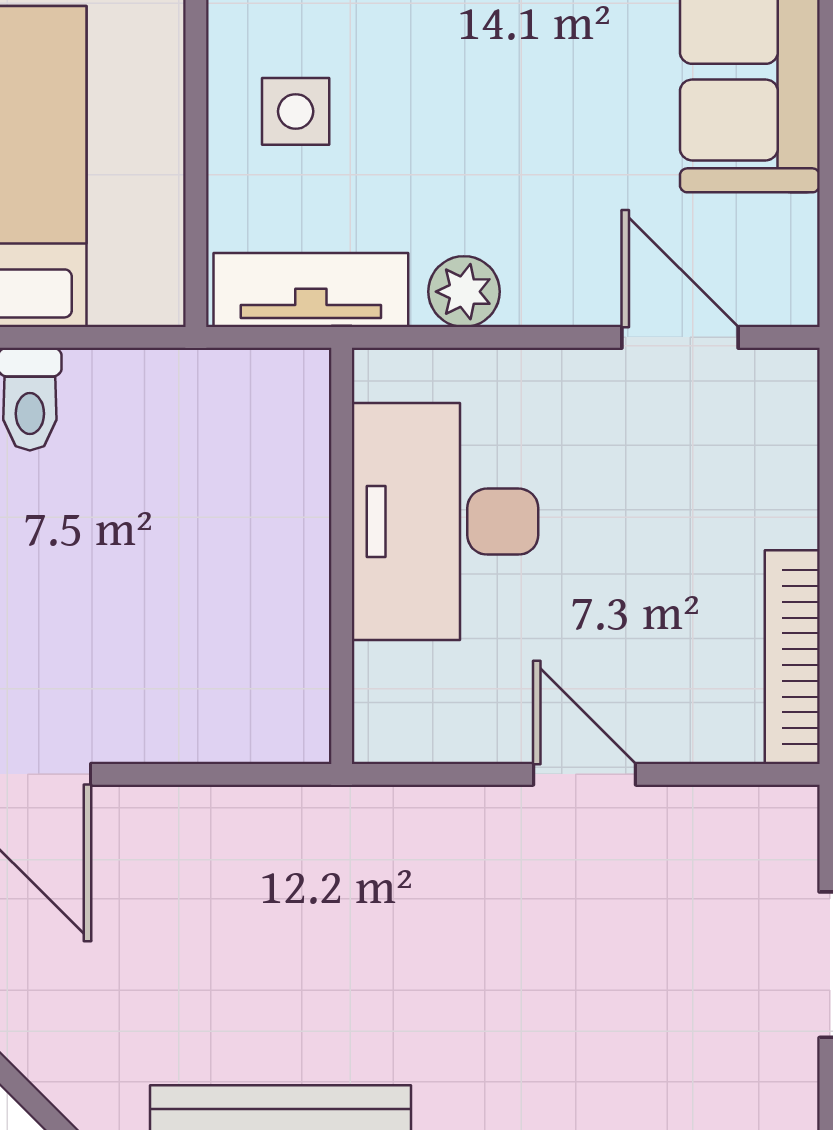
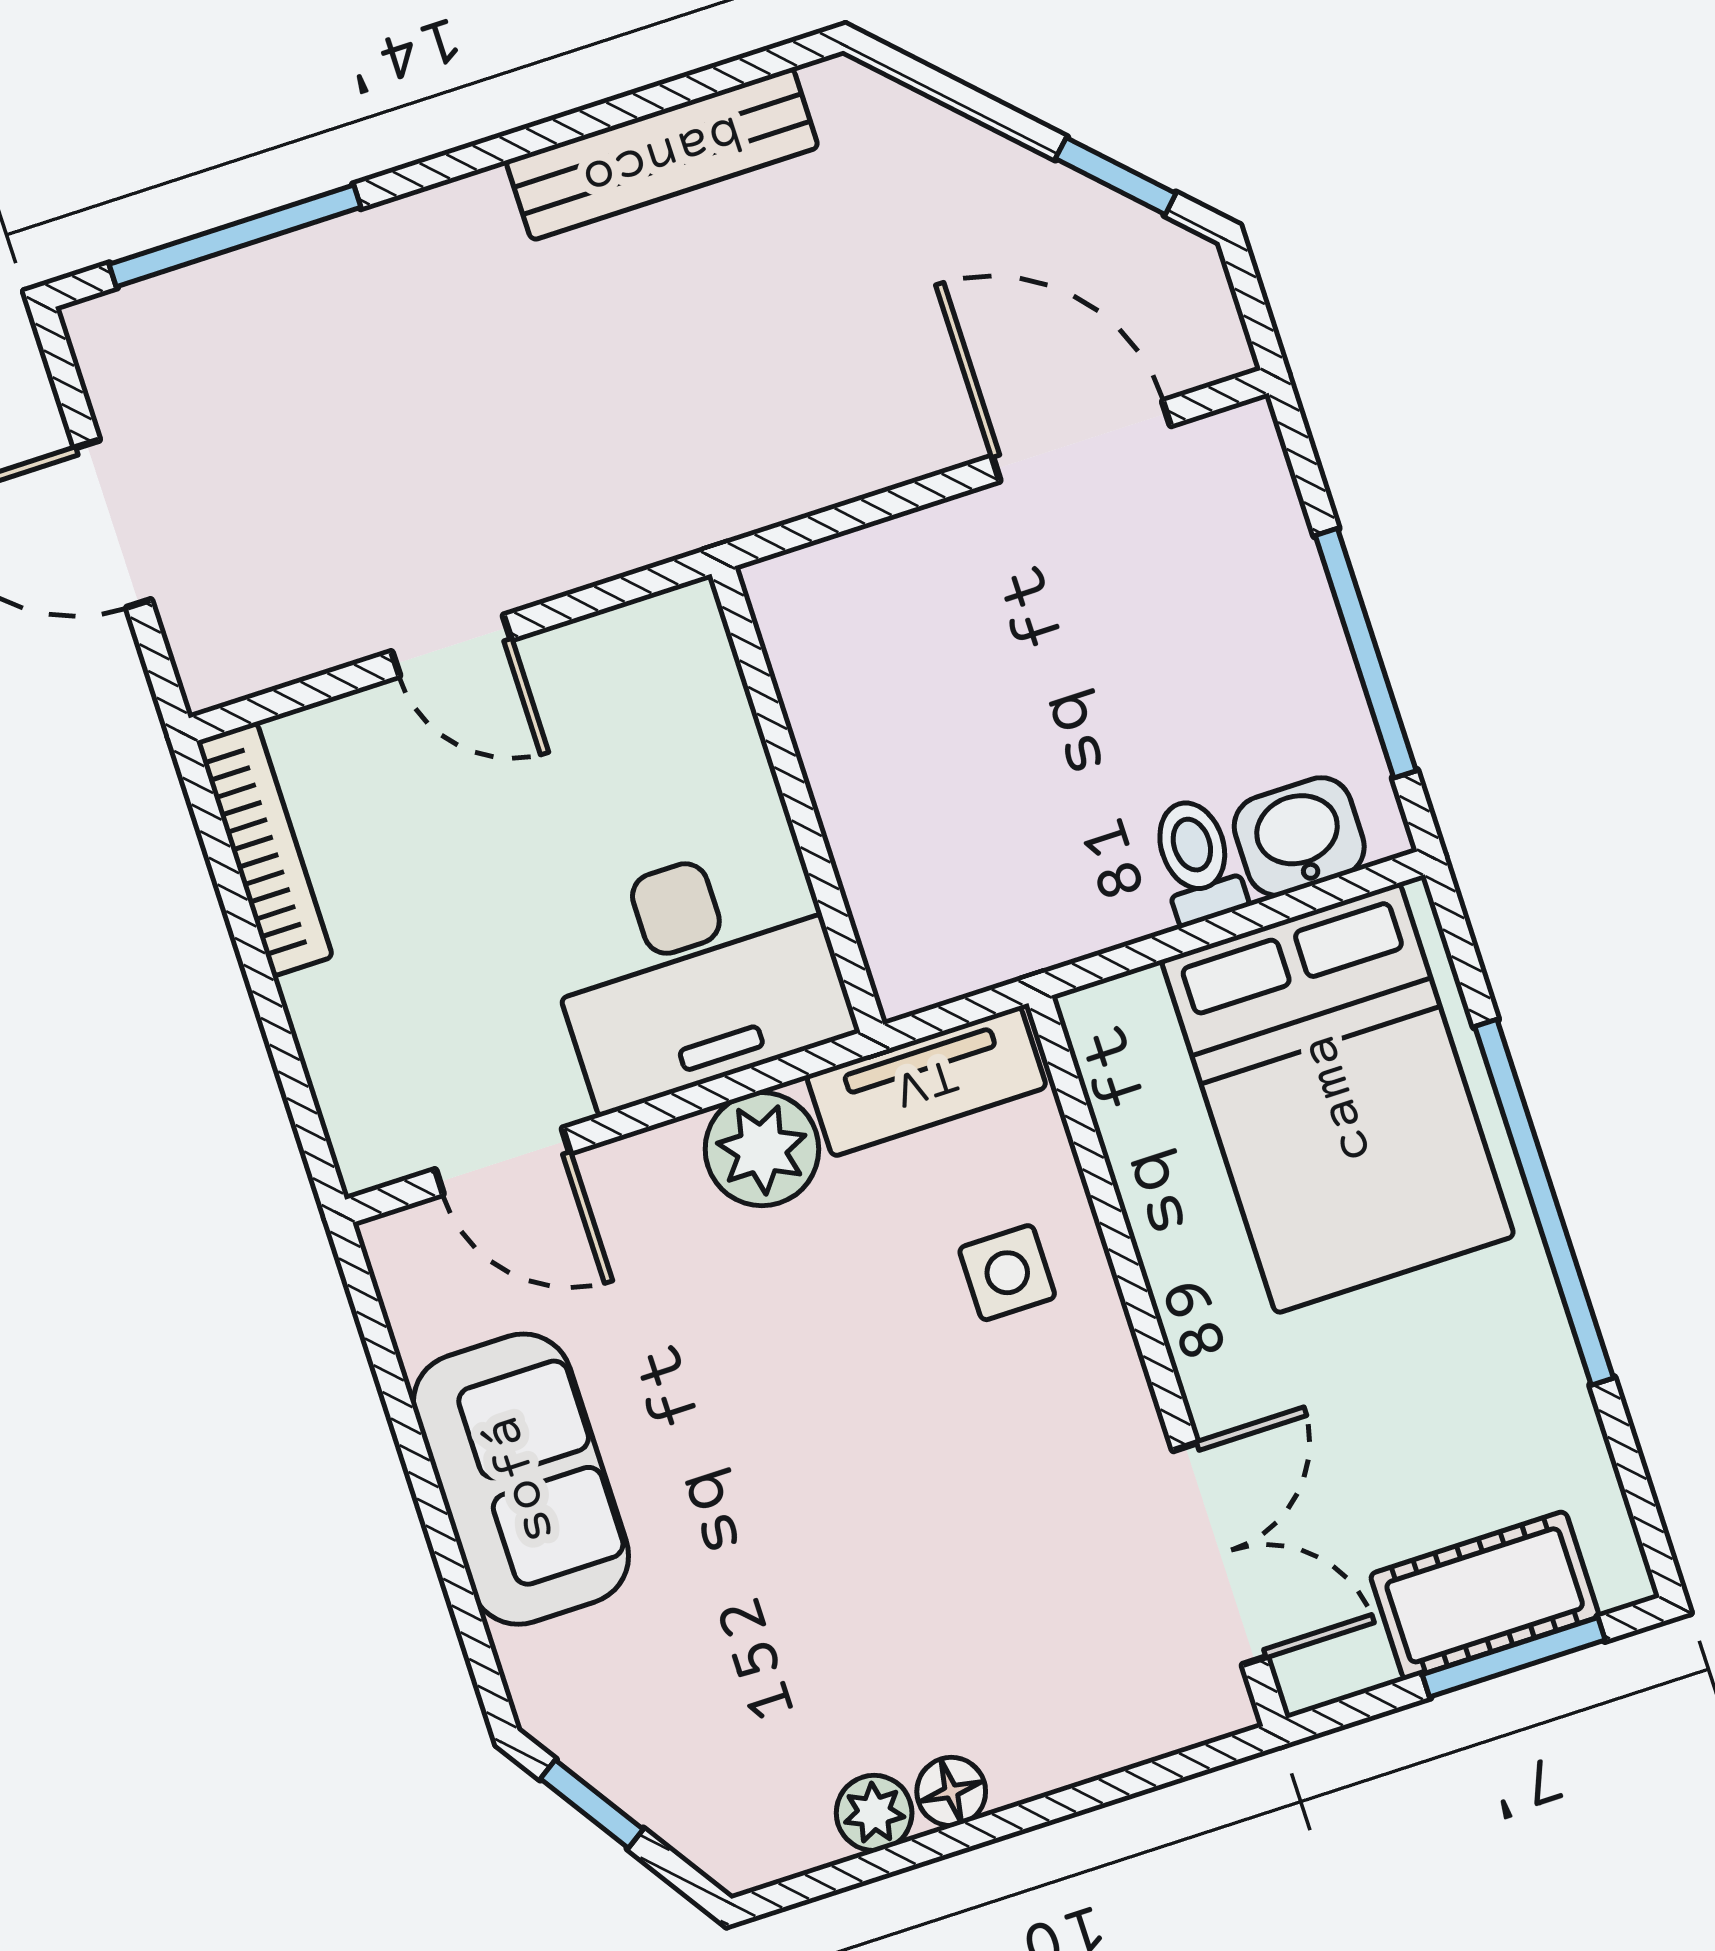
plant: (464, 292) -> (762, 1149), width x1.38, depth x1.38
desk: (445, 522) -> (697, 972), moved, turned 90

